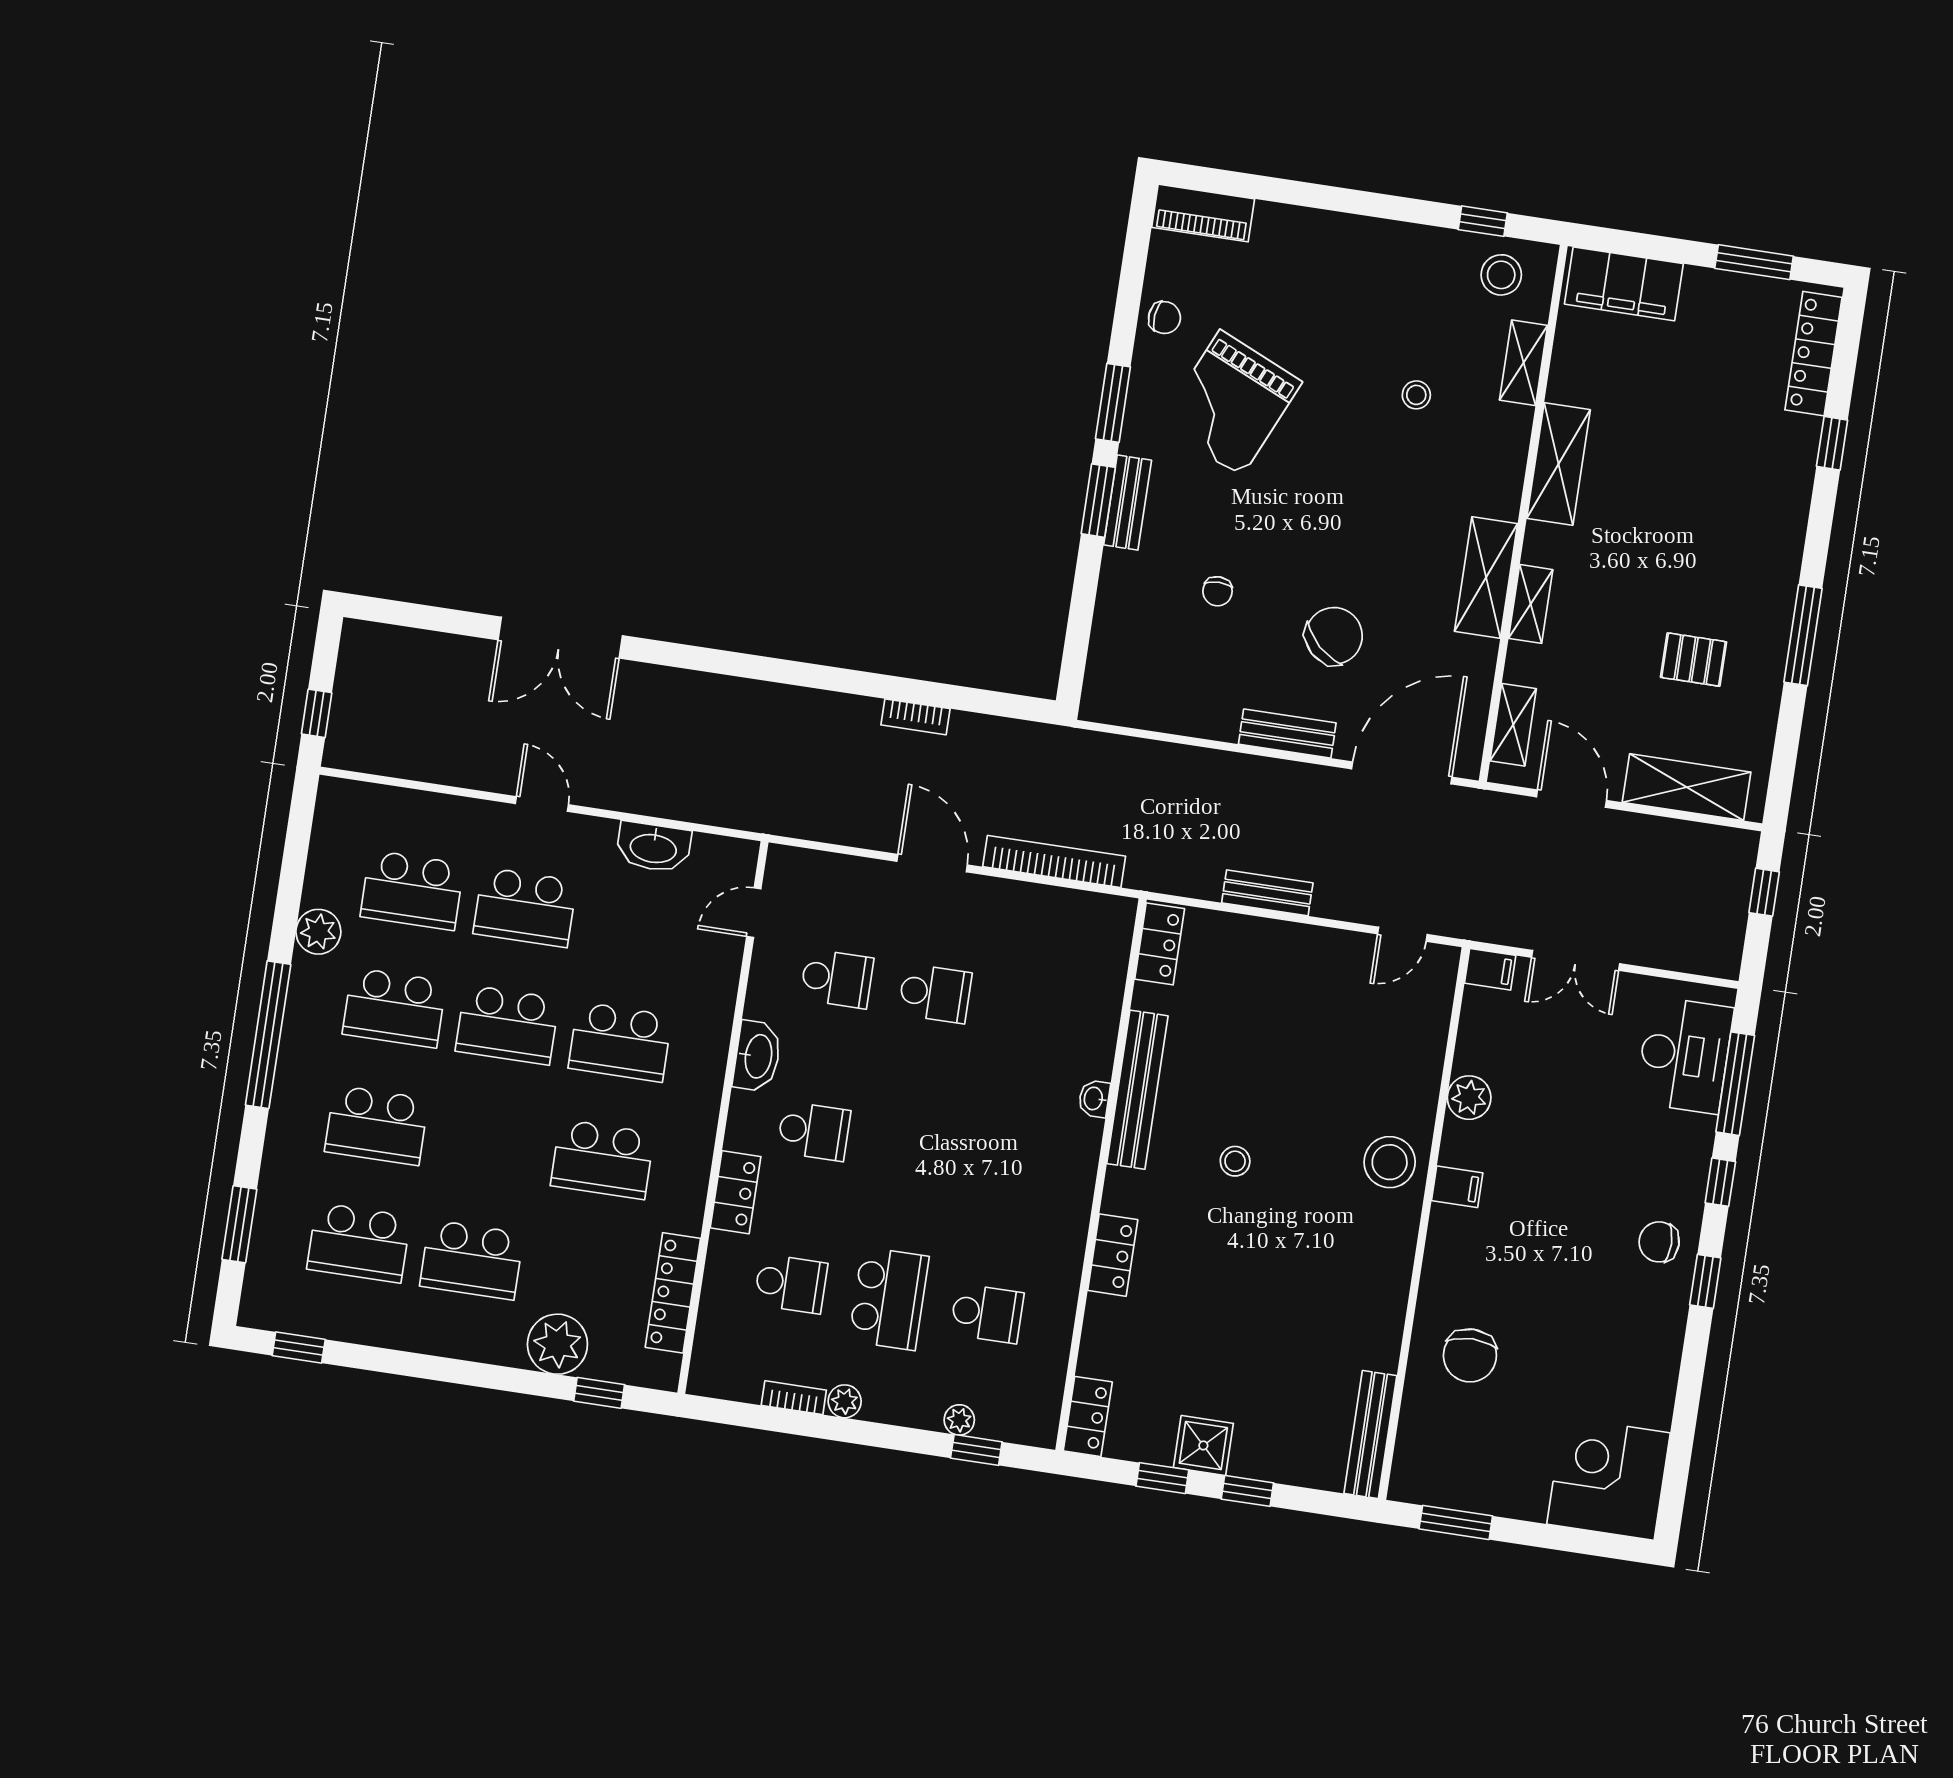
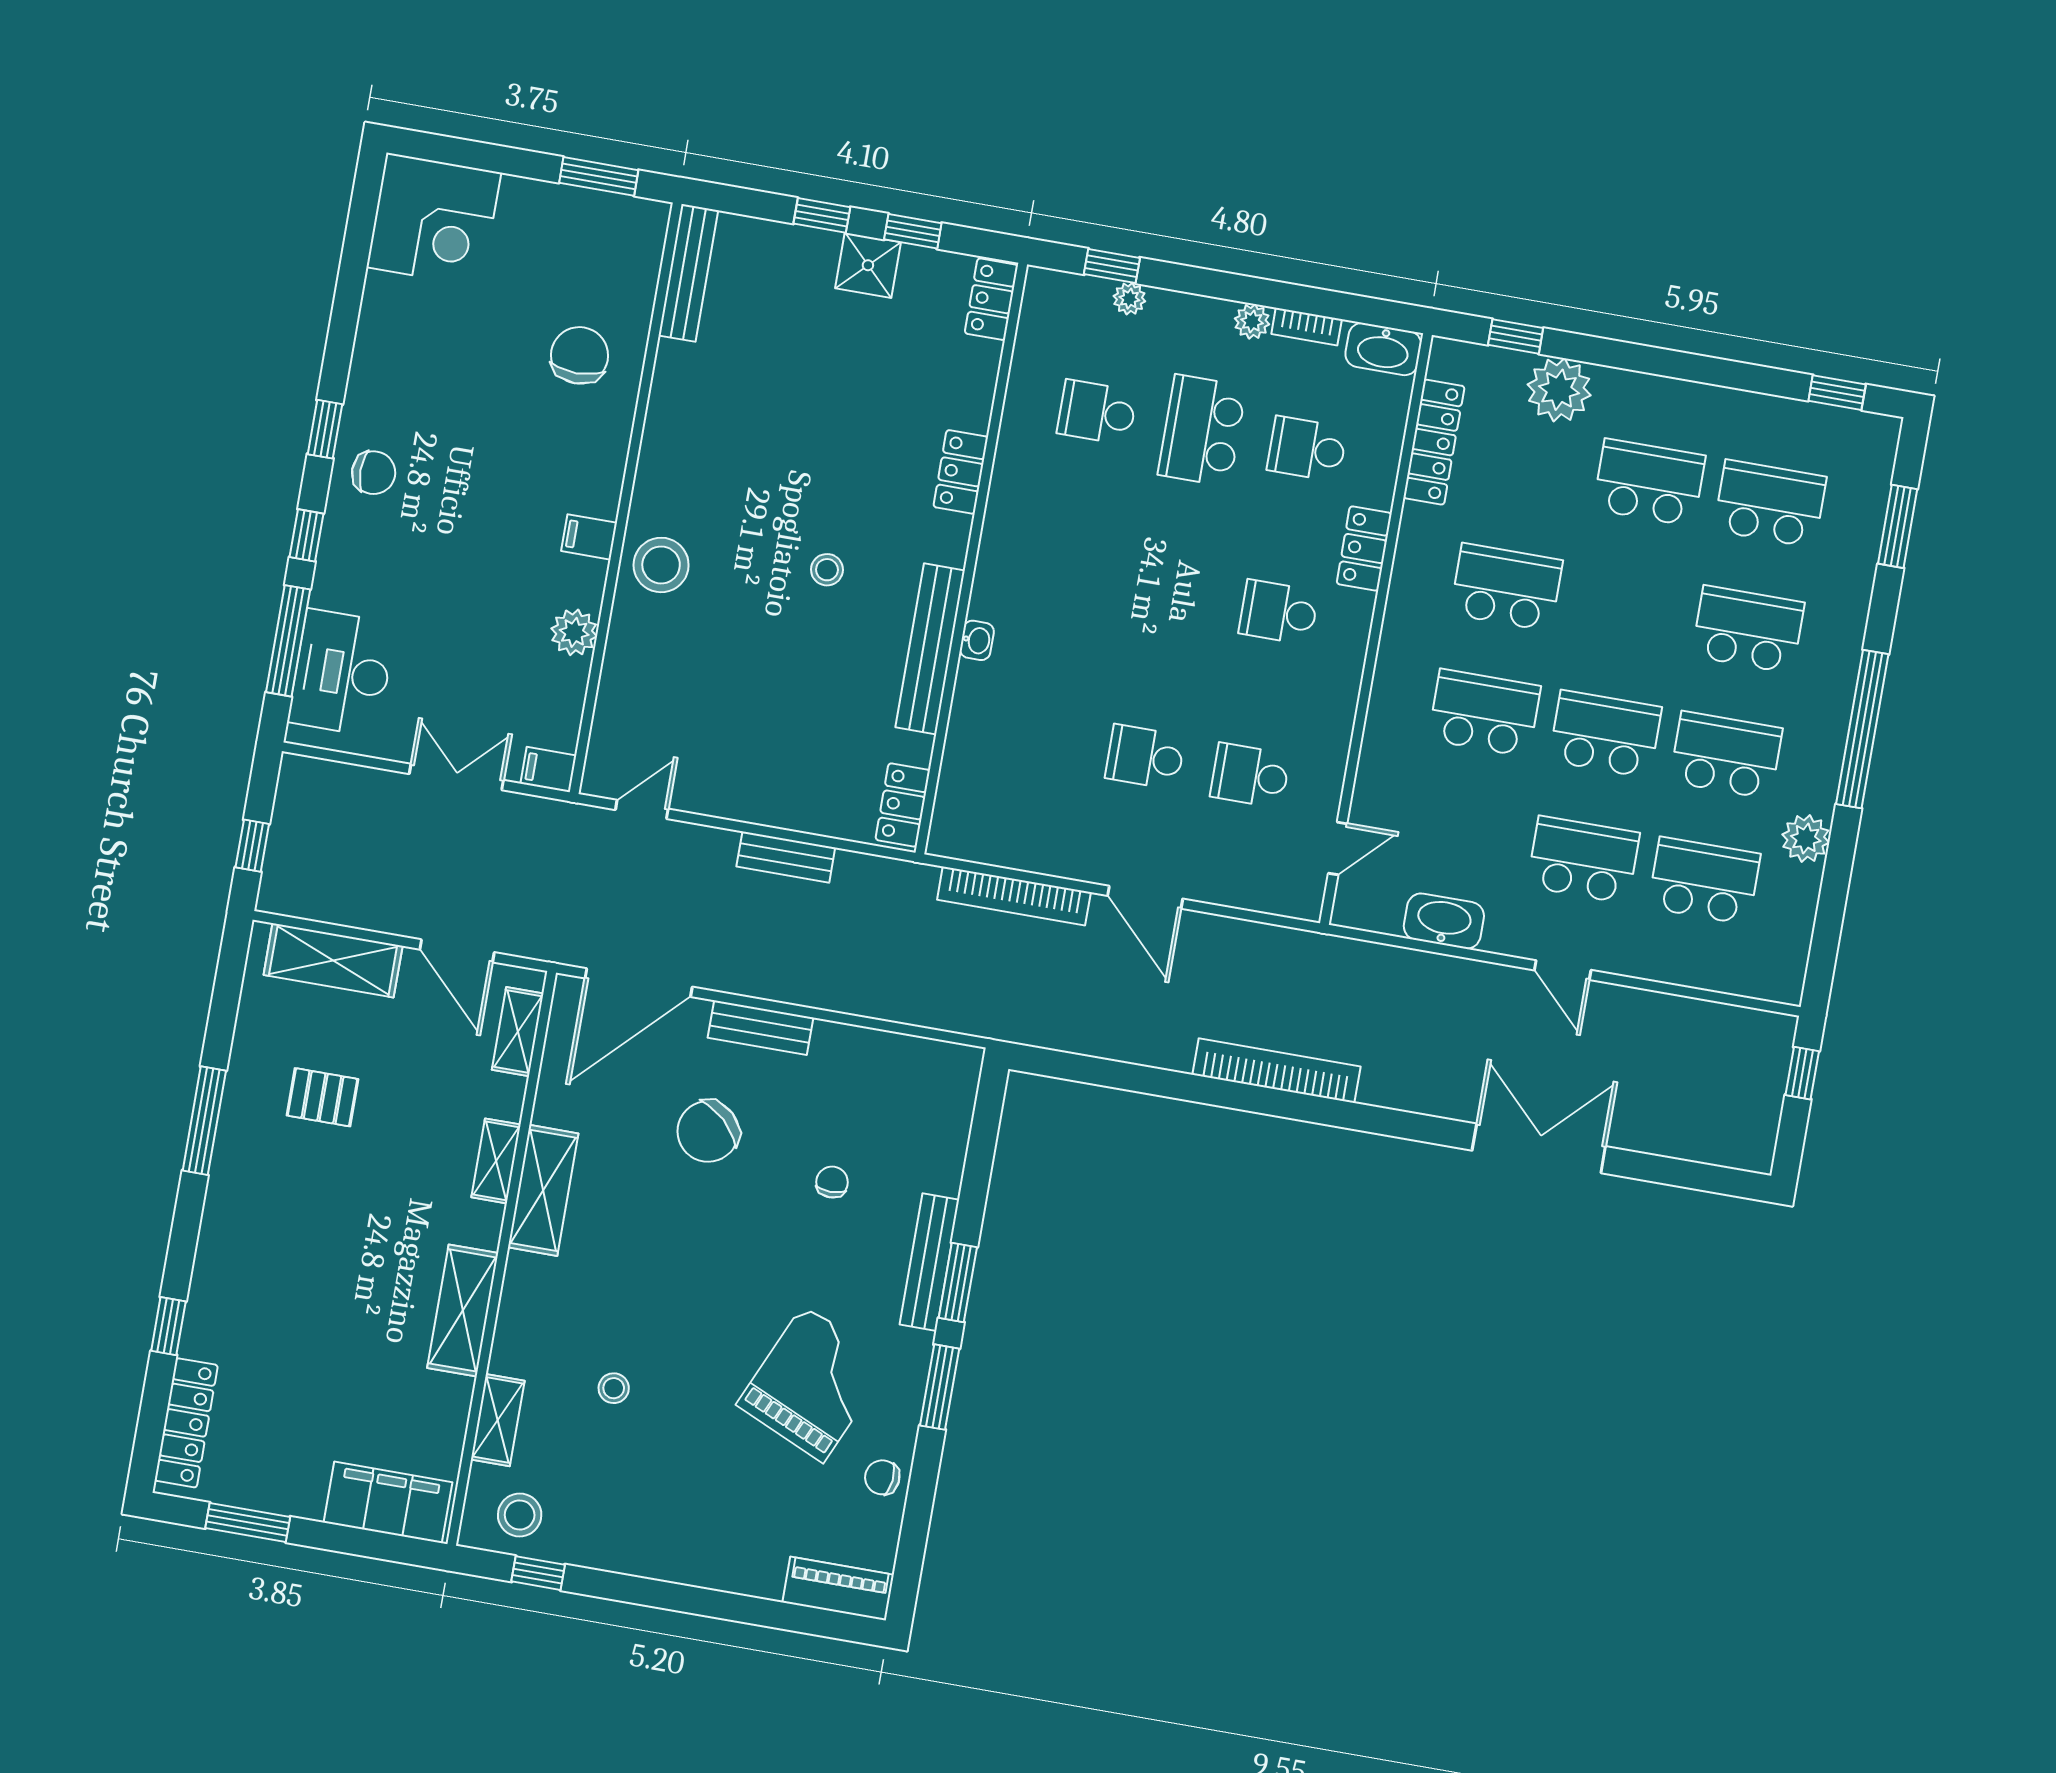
bench: (1128, 503) -> (929, 1262), width x1.36
bookcase: (916, 717) -> (1276, 1071), moved, width x2.31, depth x1.31
washbasin: (757, 1056) -> (1383, 349), moved, turned -90

